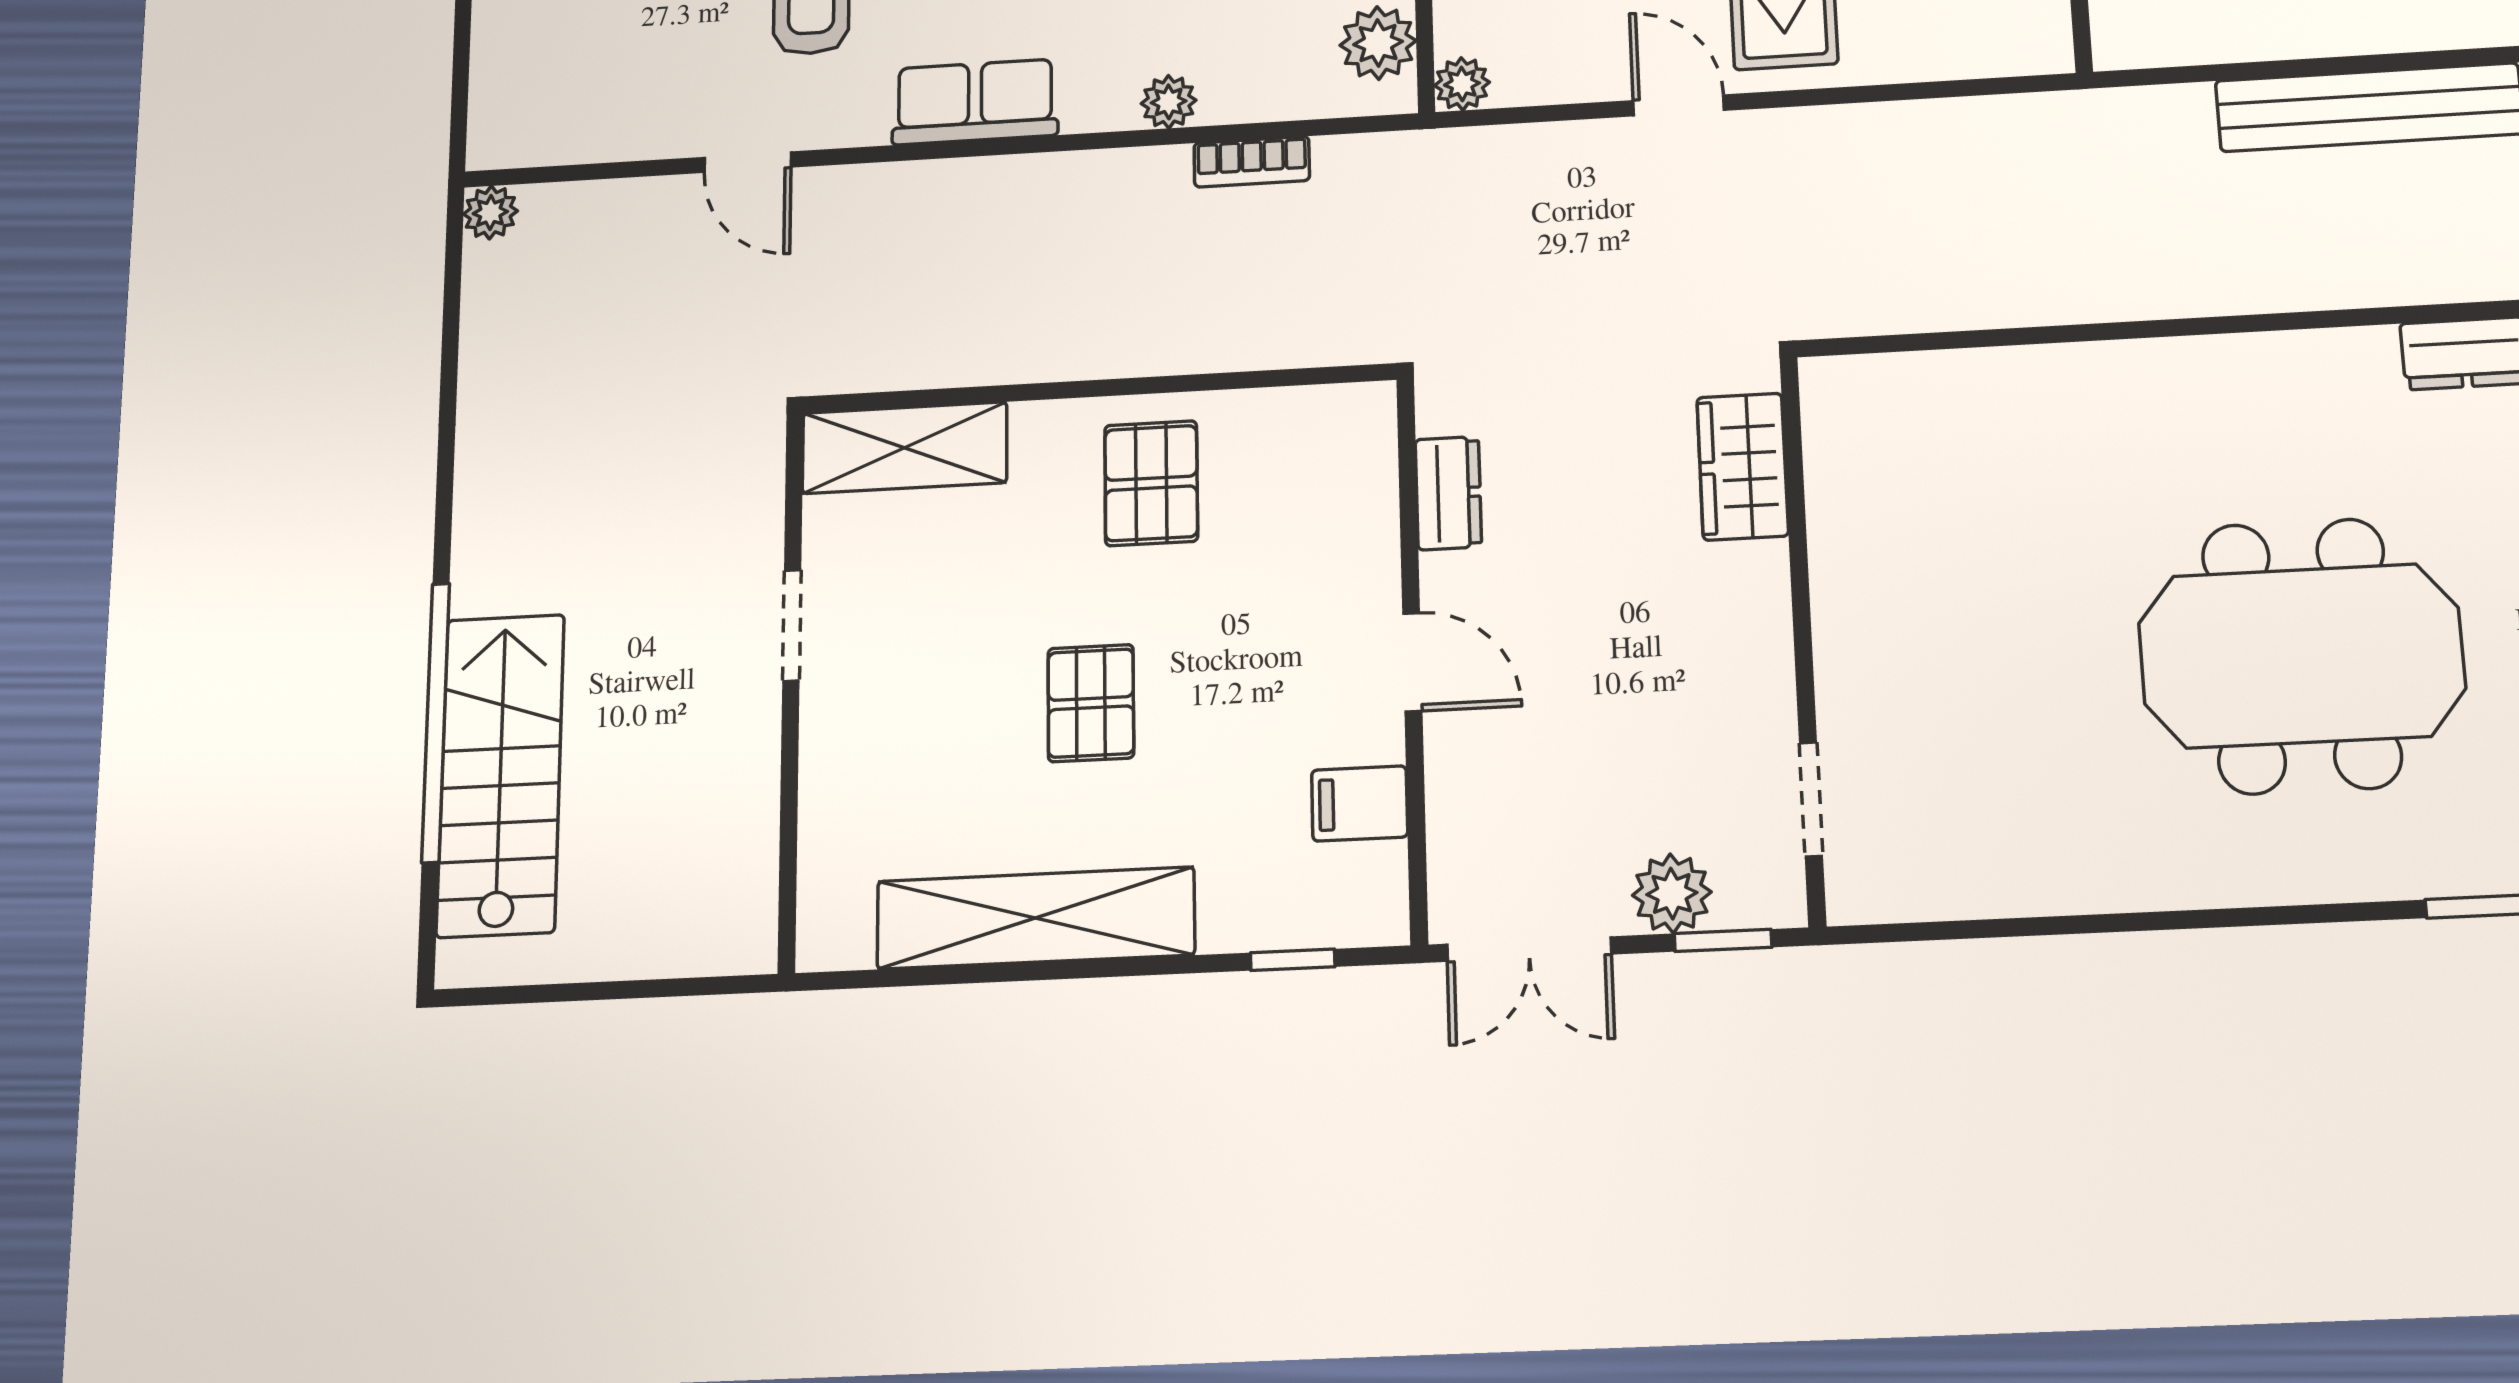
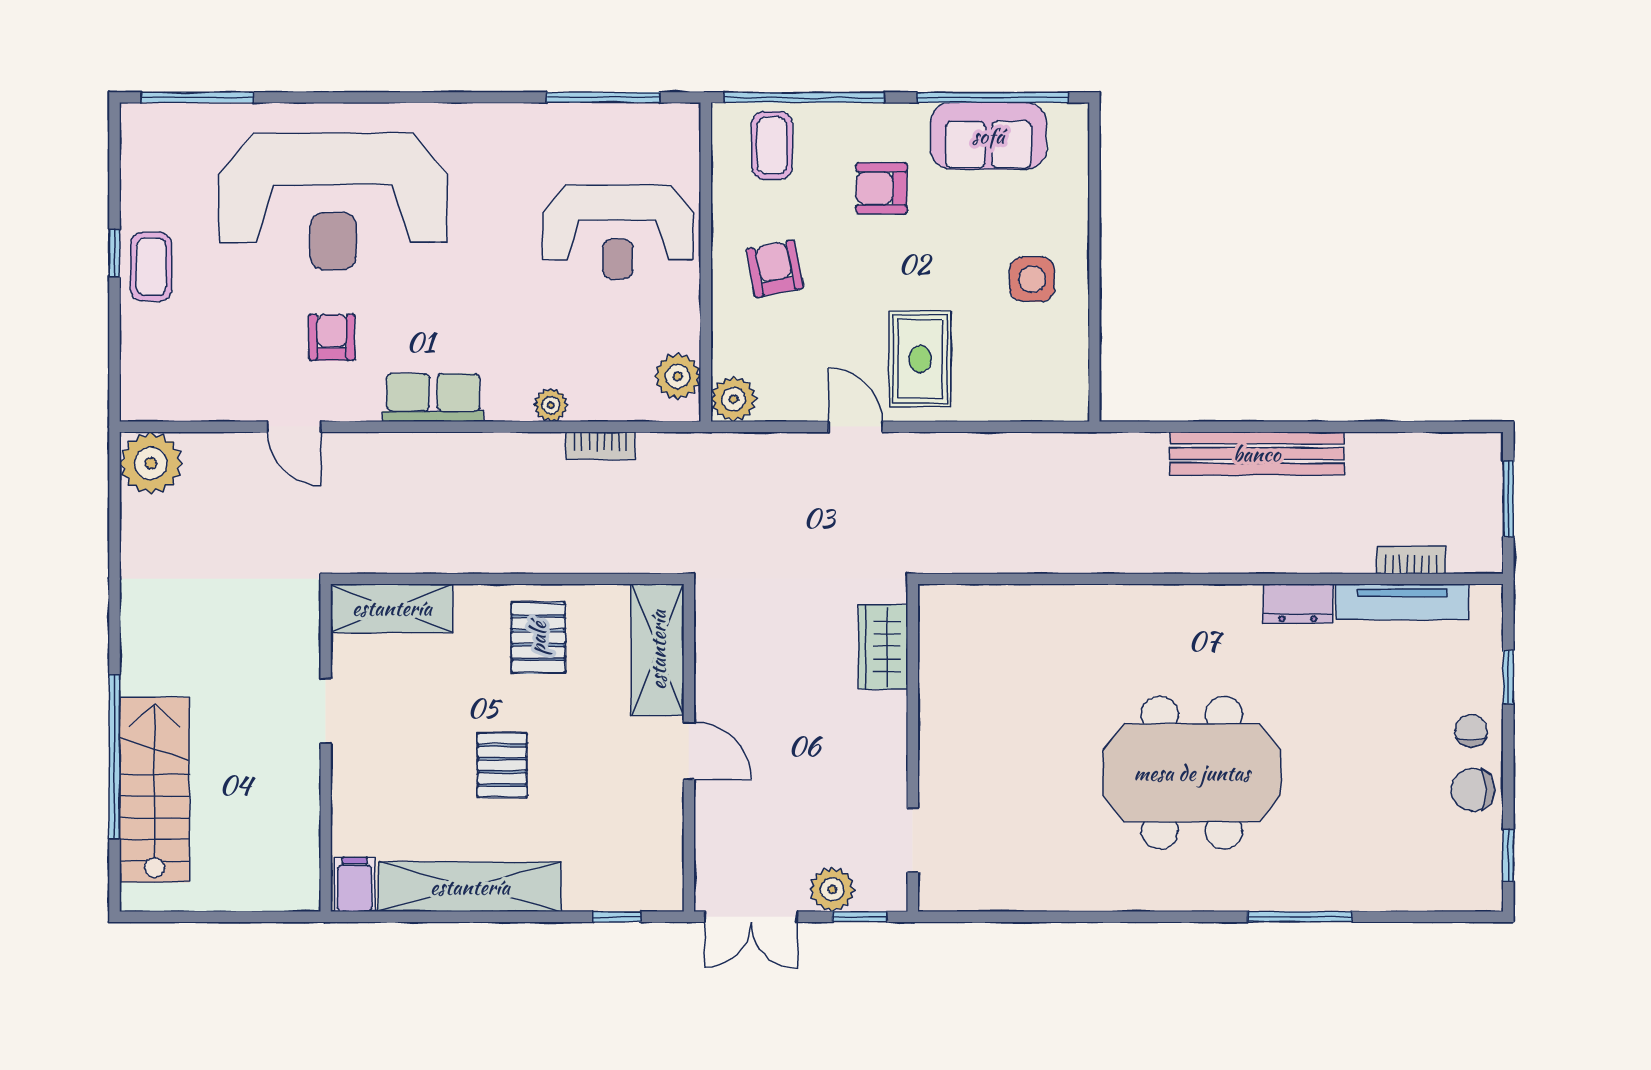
plant: (1462, 84) -> (734, 399), width x1.38, depth x1.38
plant: (490, 212) -> (151, 463), width x1.88, depth x1.88
shelving: (1354, 493) -> (658, 650), added
dresser: (1448, 493) -> (712, 653), removed
filing cabinet: (1360, 804) -> (355, 885), moved, turned 90

